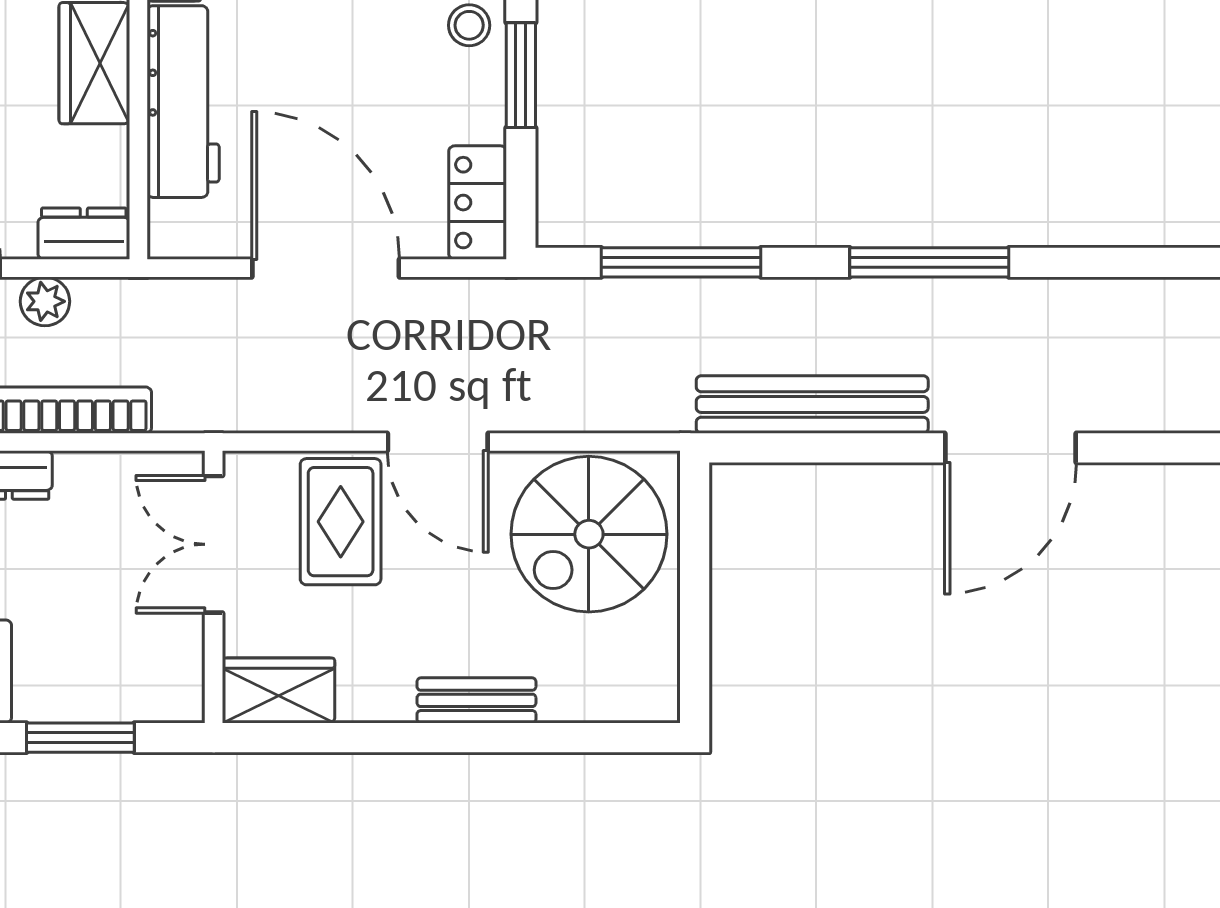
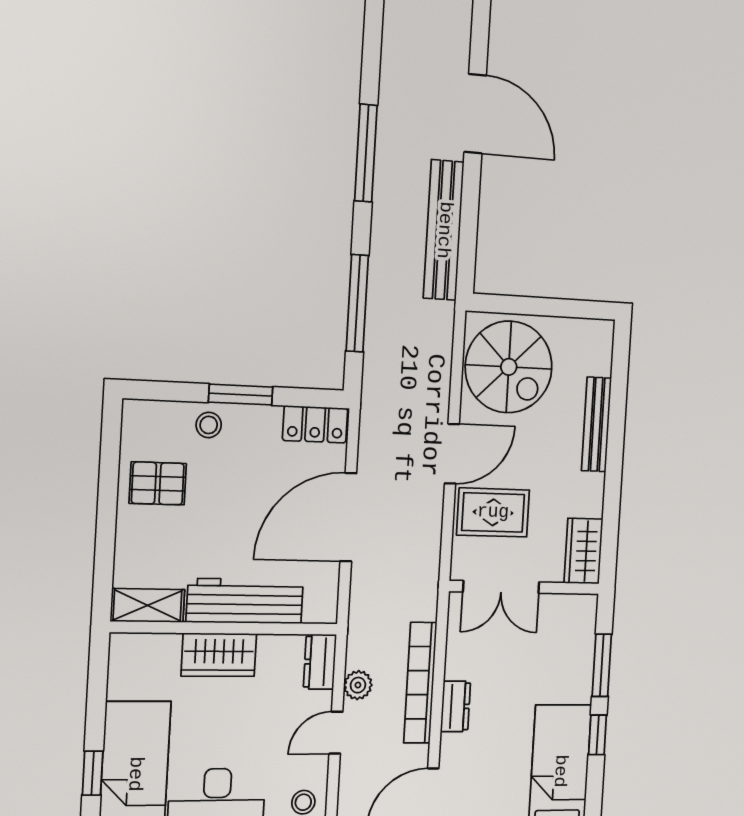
bench: (476, 700) -> (597, 424), width x1.36

